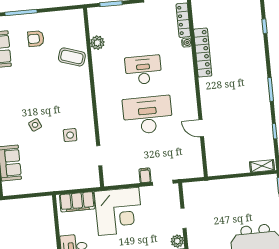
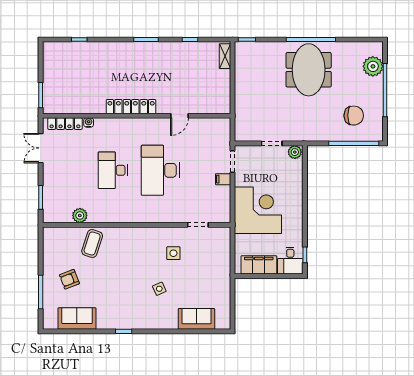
armchair: (36, 39) -> (69, 279), turned 69
locker: (203, 53) -> (131, 107), moved
filing cabinet: (77, 202) -> (259, 265), moved, turned -90

